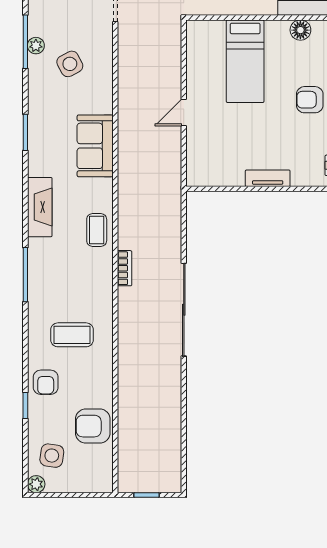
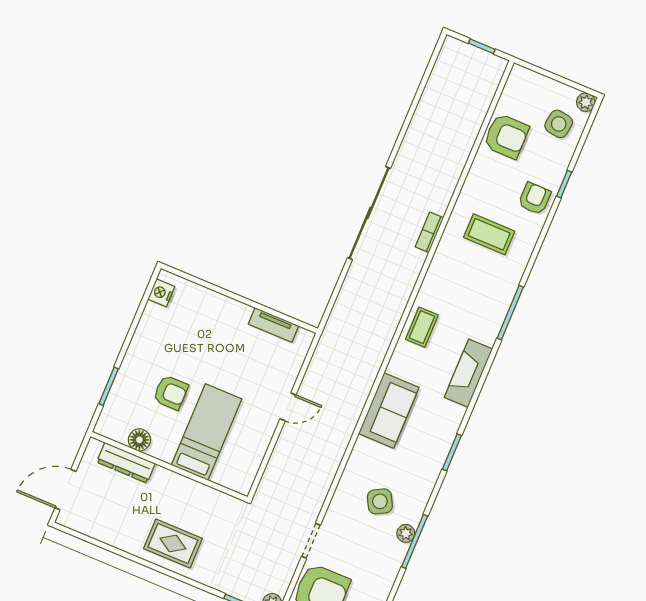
armchair: (310, 100) -> (171, 393), moved
tv unit: (268, 178) -> (273, 325), moved
bookcase: (125, 268) -> (429, 232), moved

